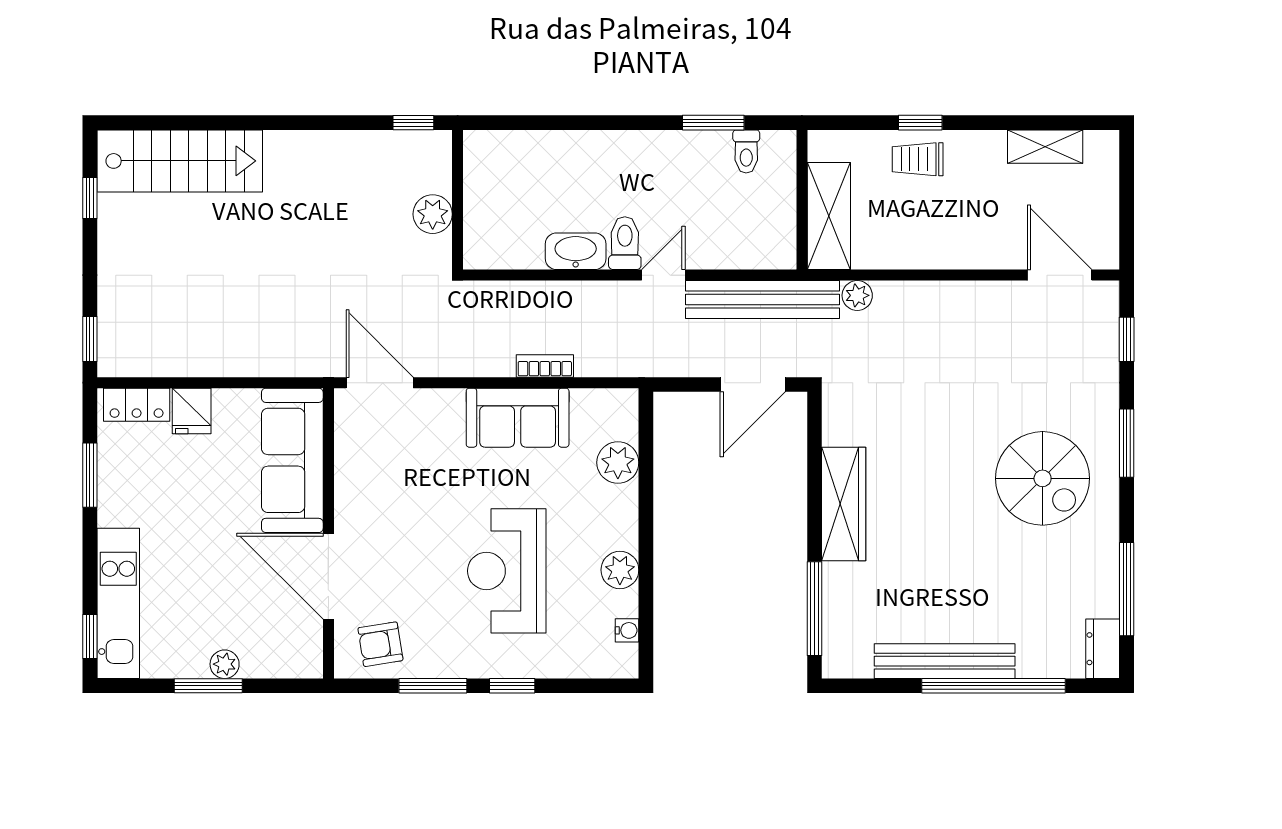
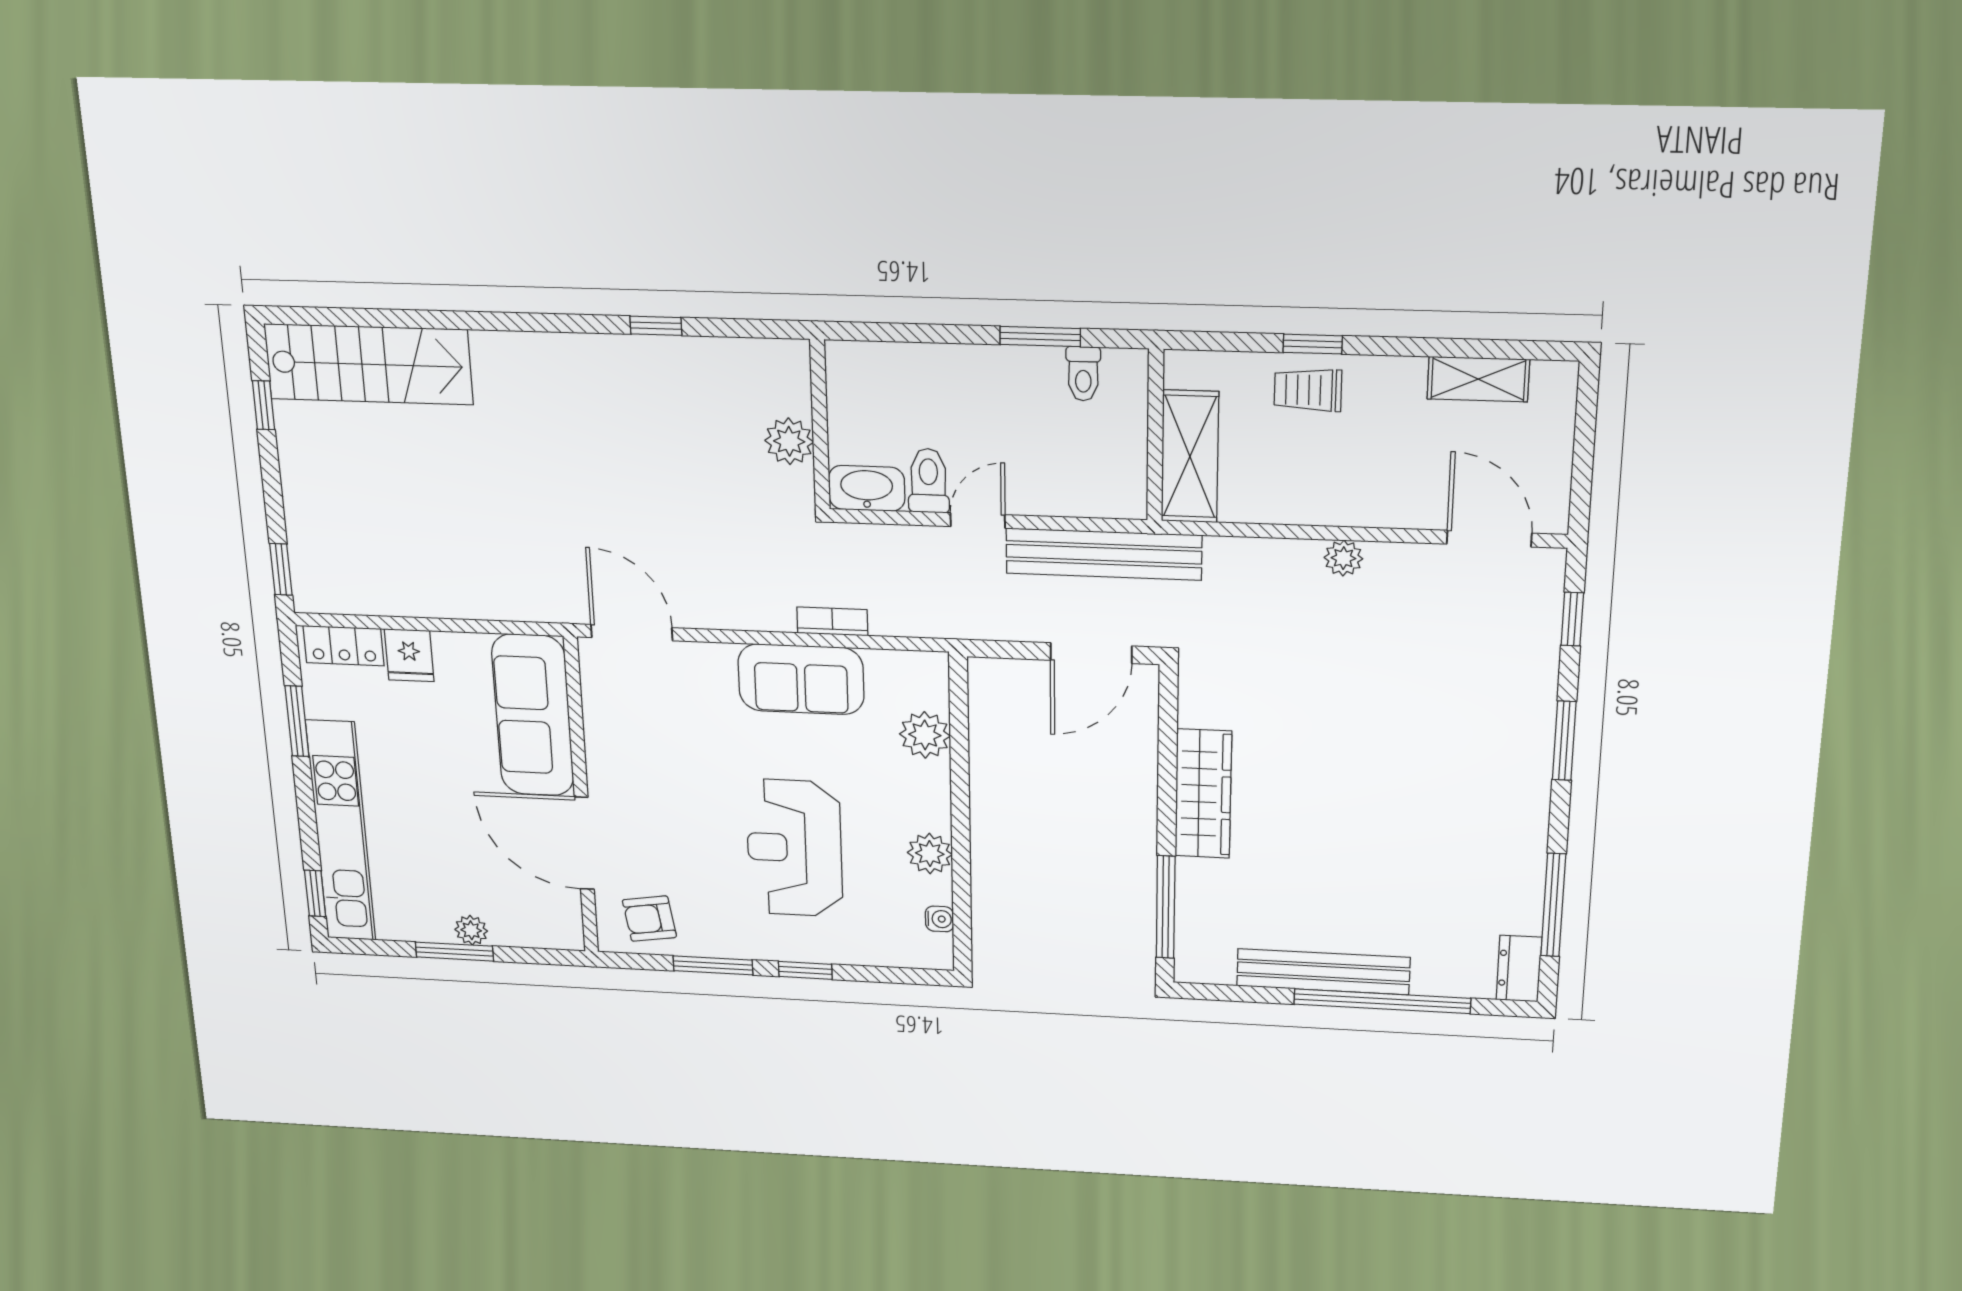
wall: (458, 200) -> (820, 425), moved
plant: (433, 214) -> (789, 441), moved
plant: (857, 295) -> (1343, 558), moved
spiral stairs: (1043, 478) -> (1454, 776), removed
kitchen unit: (118, 603) -> (341, 831), width x1.36

